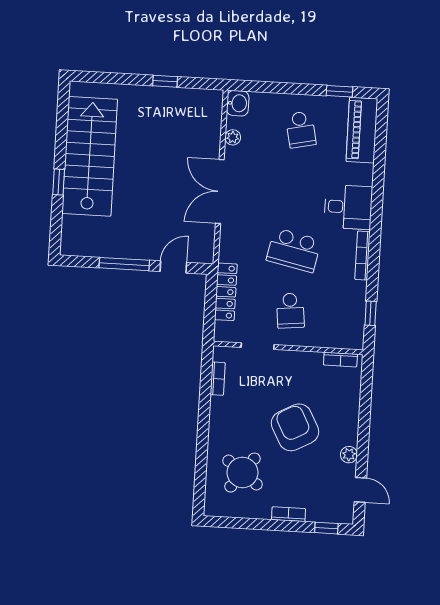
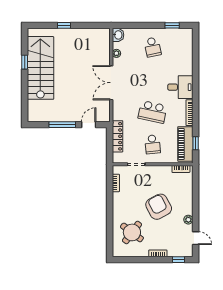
window: (165, 81) -> (64, 25), moved
piano: (362, 130) -> (185, 144), moved
window: (59, 182) -> (25, 62), moved

